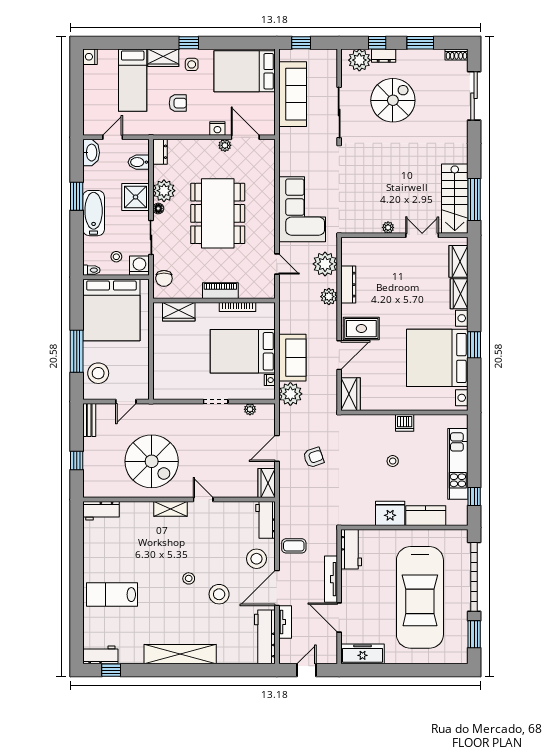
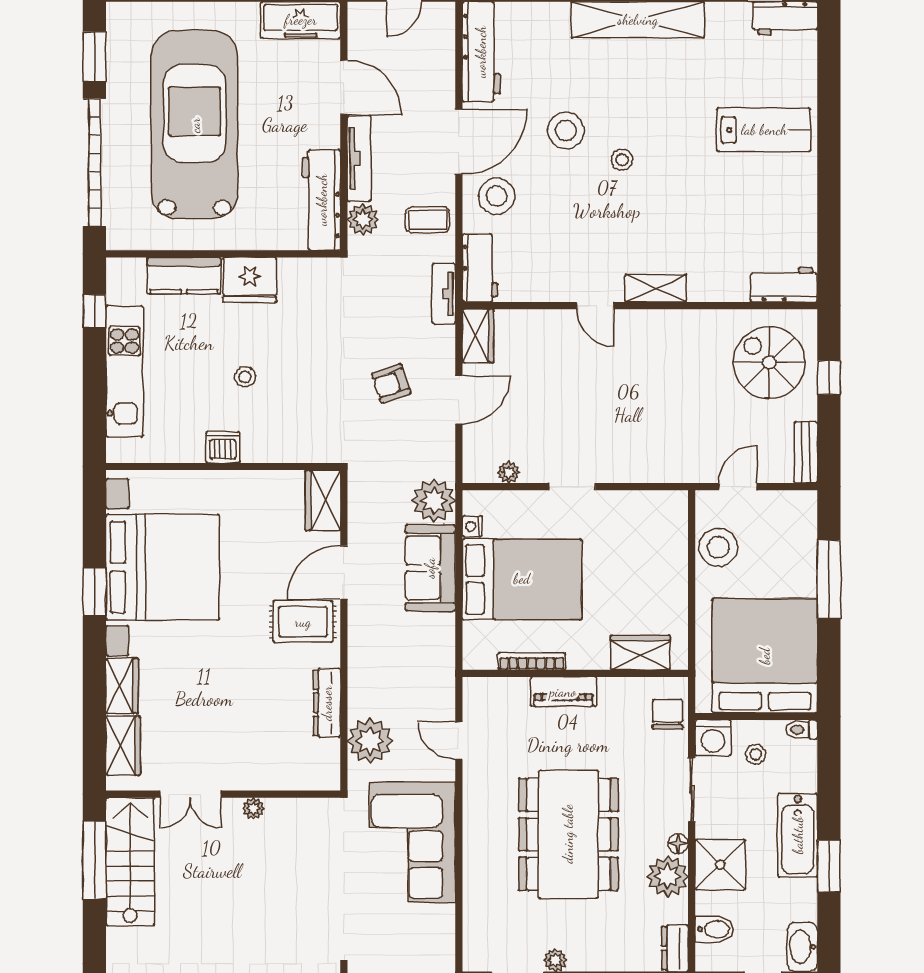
plant: (329, 297) -> (363, 219), moved
stool: (98, 373) -> (718, 547), moved
spiral stairs: (152, 461) -> (769, 363), moved, width x0.73, depth x0.73
workbench: (351, 549) -> (322, 200), width x1.38
tv unit: (285, 622) -> (444, 294), moved

